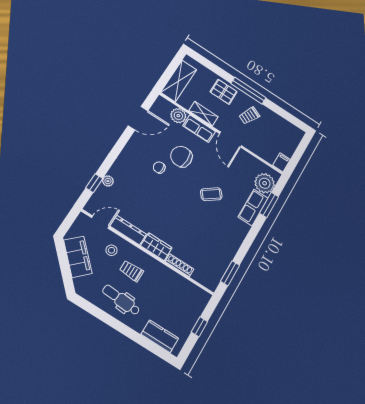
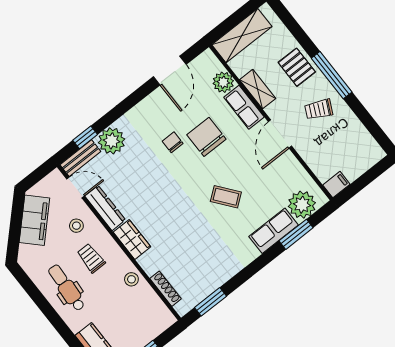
door: (138, 118) -> (170, 71), hinge flipped
plant: (108, 181) -> (112, 141), width x1.88, depth x1.88
bench: (96, 199) -> (80, 158), added
shoe rack: (180, 265) -> (166, 289), moved
stool: (167, 277) -> (131, 279), added

